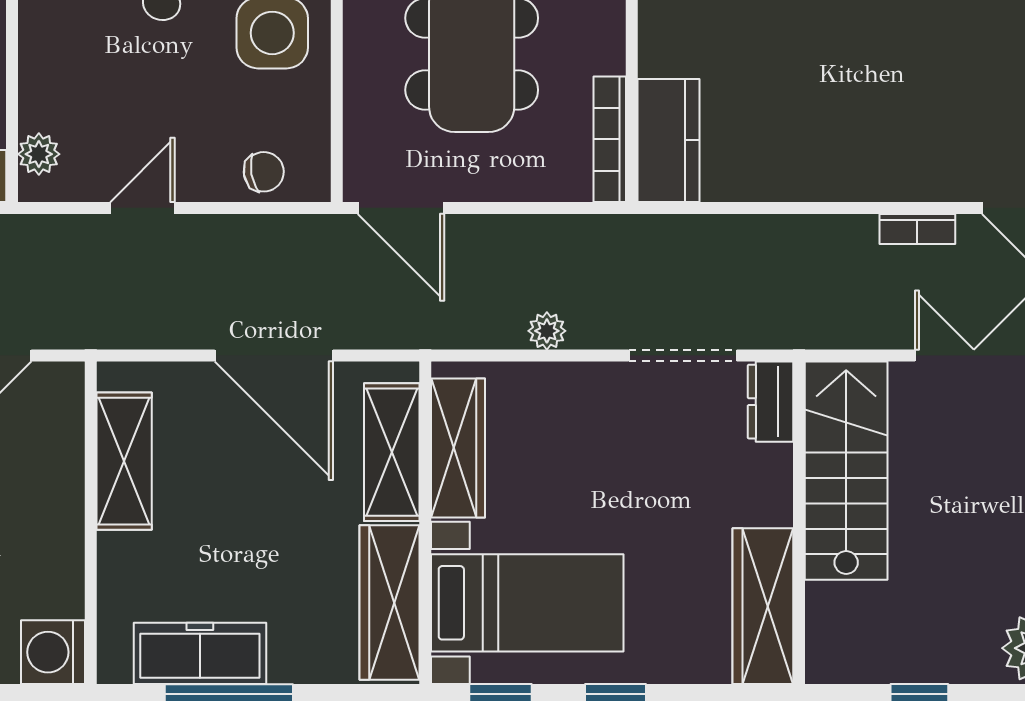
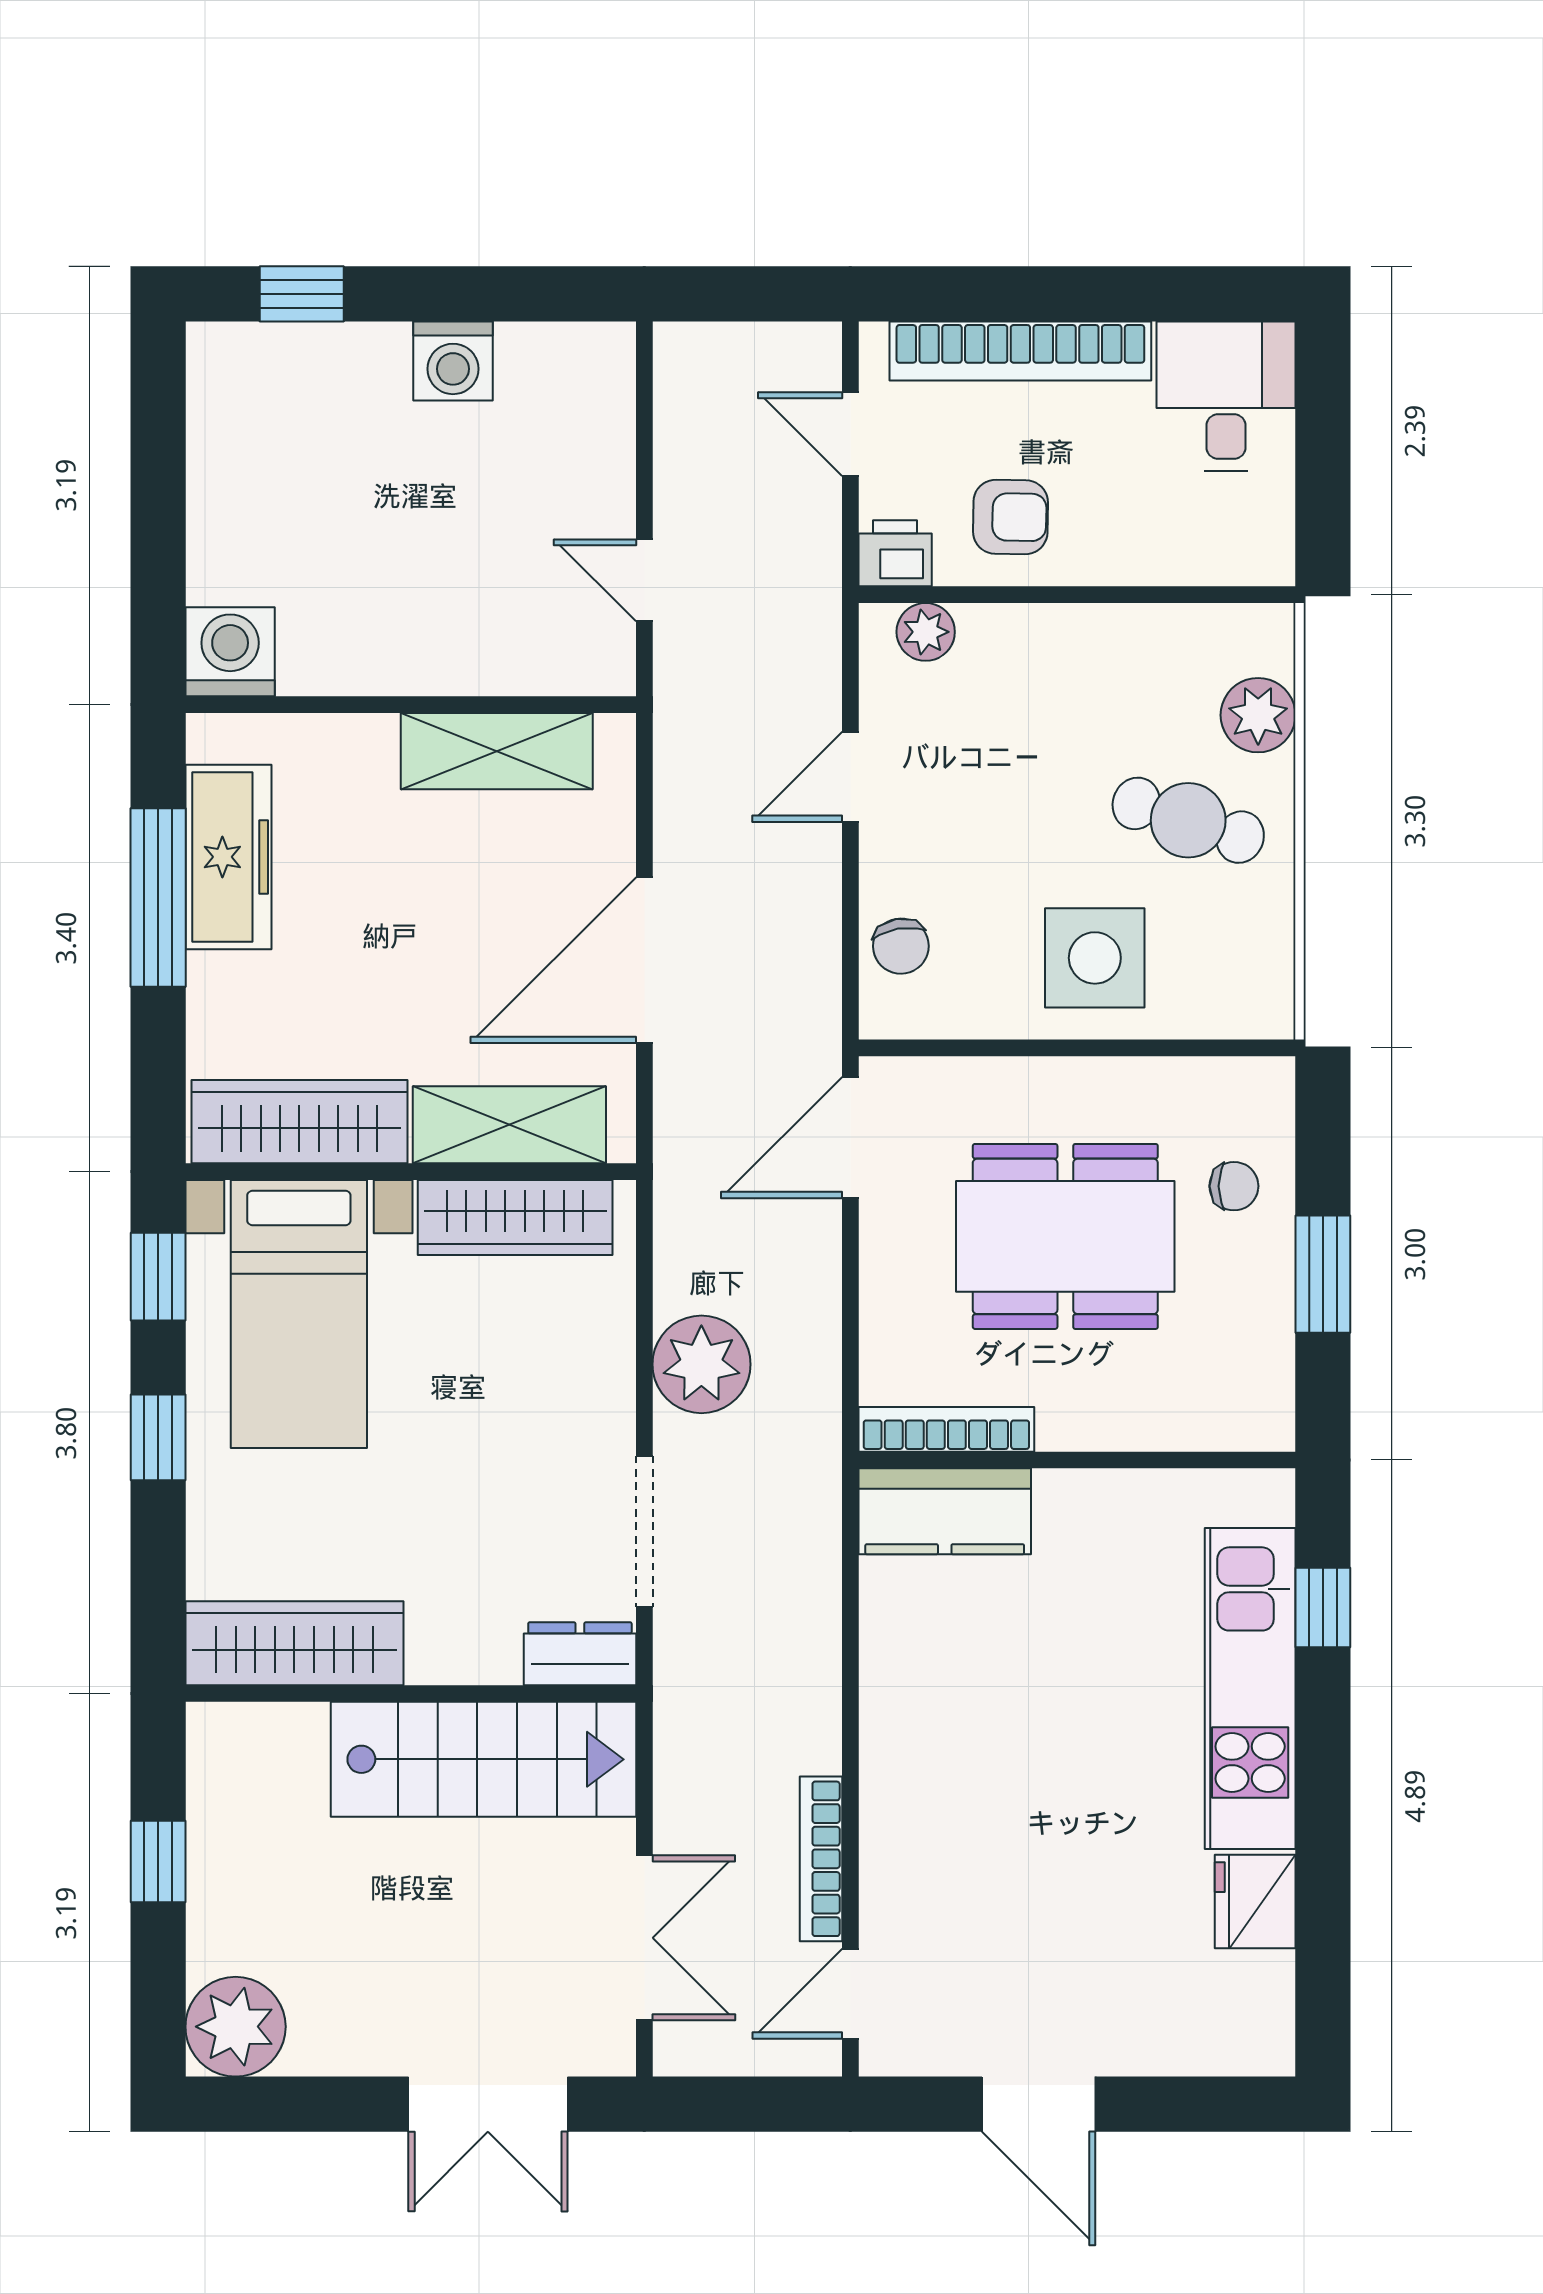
door: (143, 208) -> (850, 777), swing flipped
bookcase: (917, 229) -> (821, 1859), width x1.56
plant: (547, 331) -> (701, 1364), width x1.87, depth x1.87

